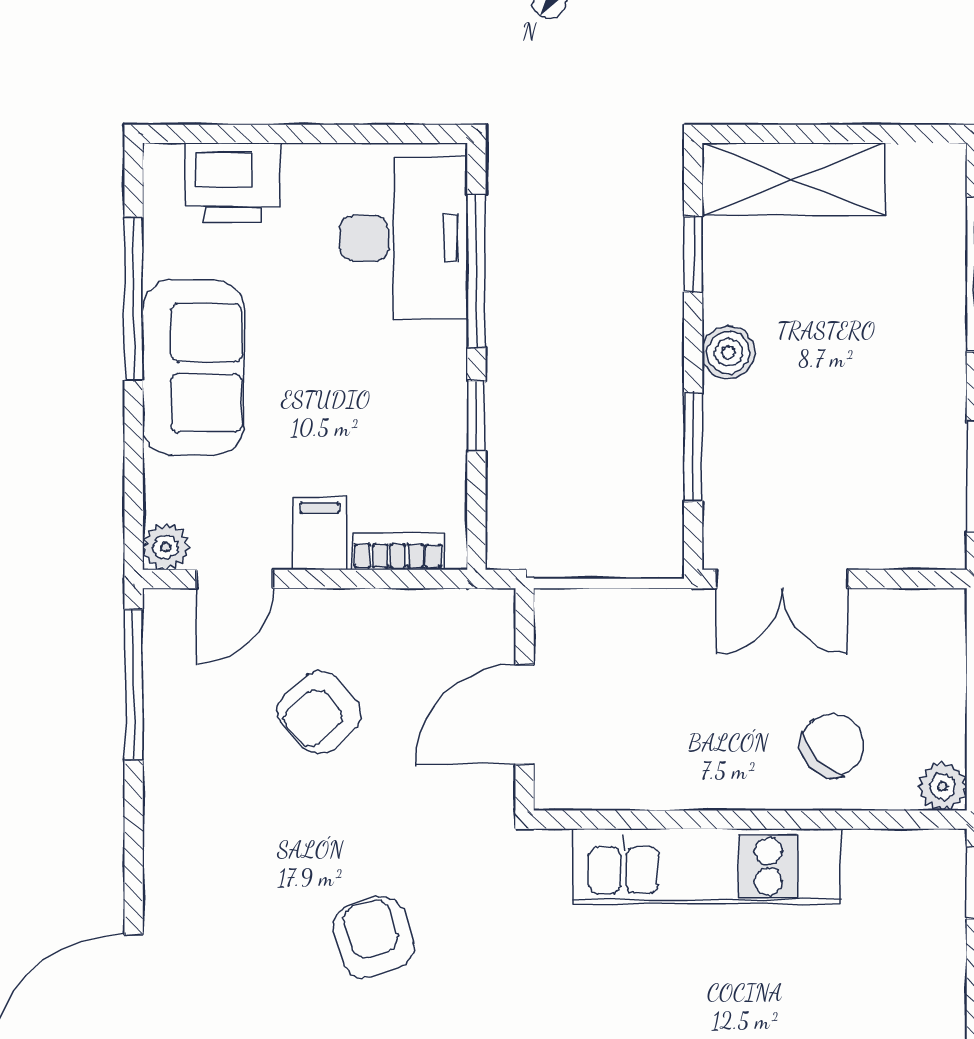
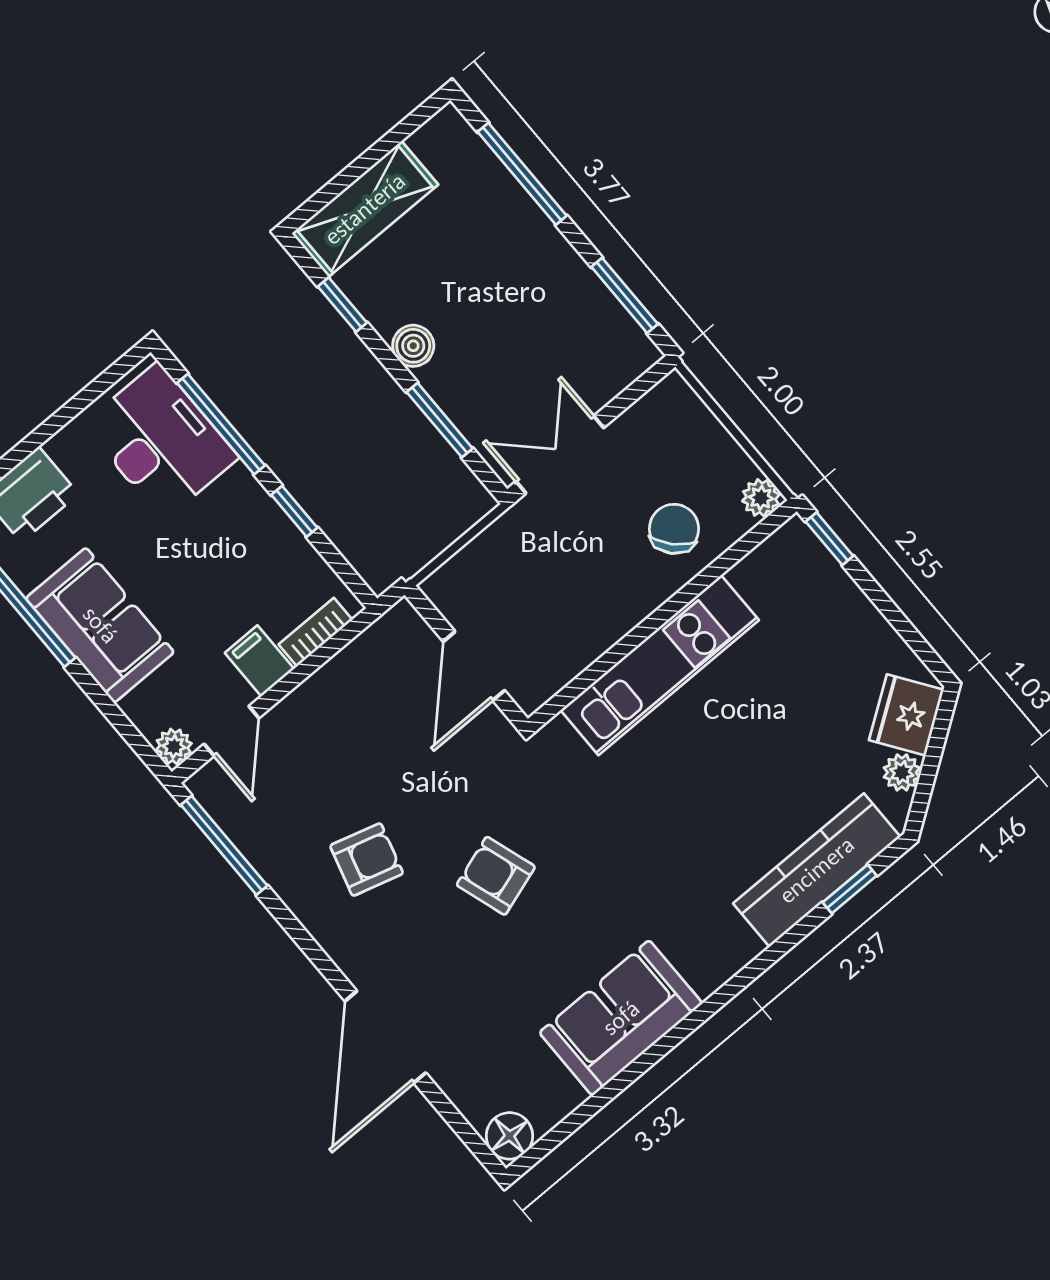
double door: (782, 579) -> (560, 455), swing flipped
armchair: (319, 712) -> (367, 860), moved, turned -122

